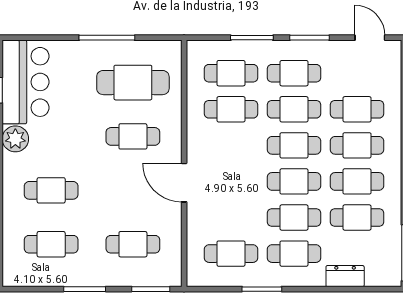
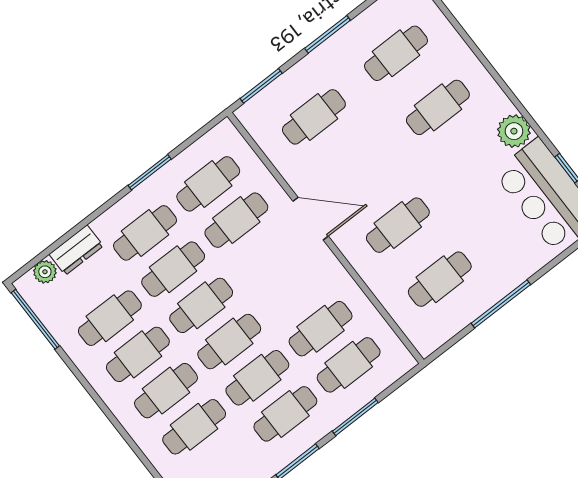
cafe table: (133, 83) -> (440, 279), width x0.73, depth x0.74
cafe table: (231, 217) -> (236, 220), added
plant: (375, 278) -> (45, 272), added

